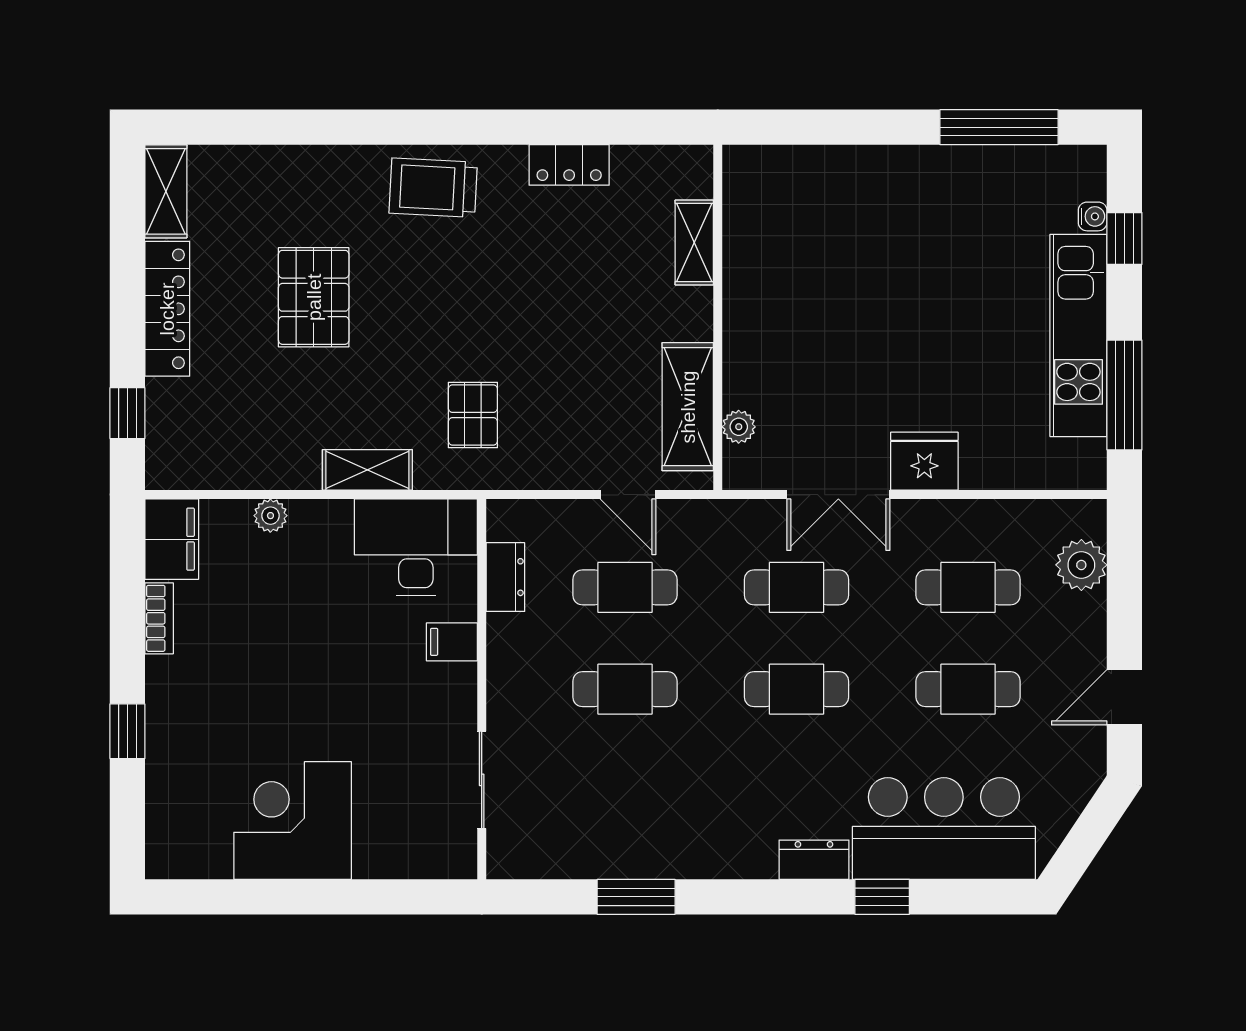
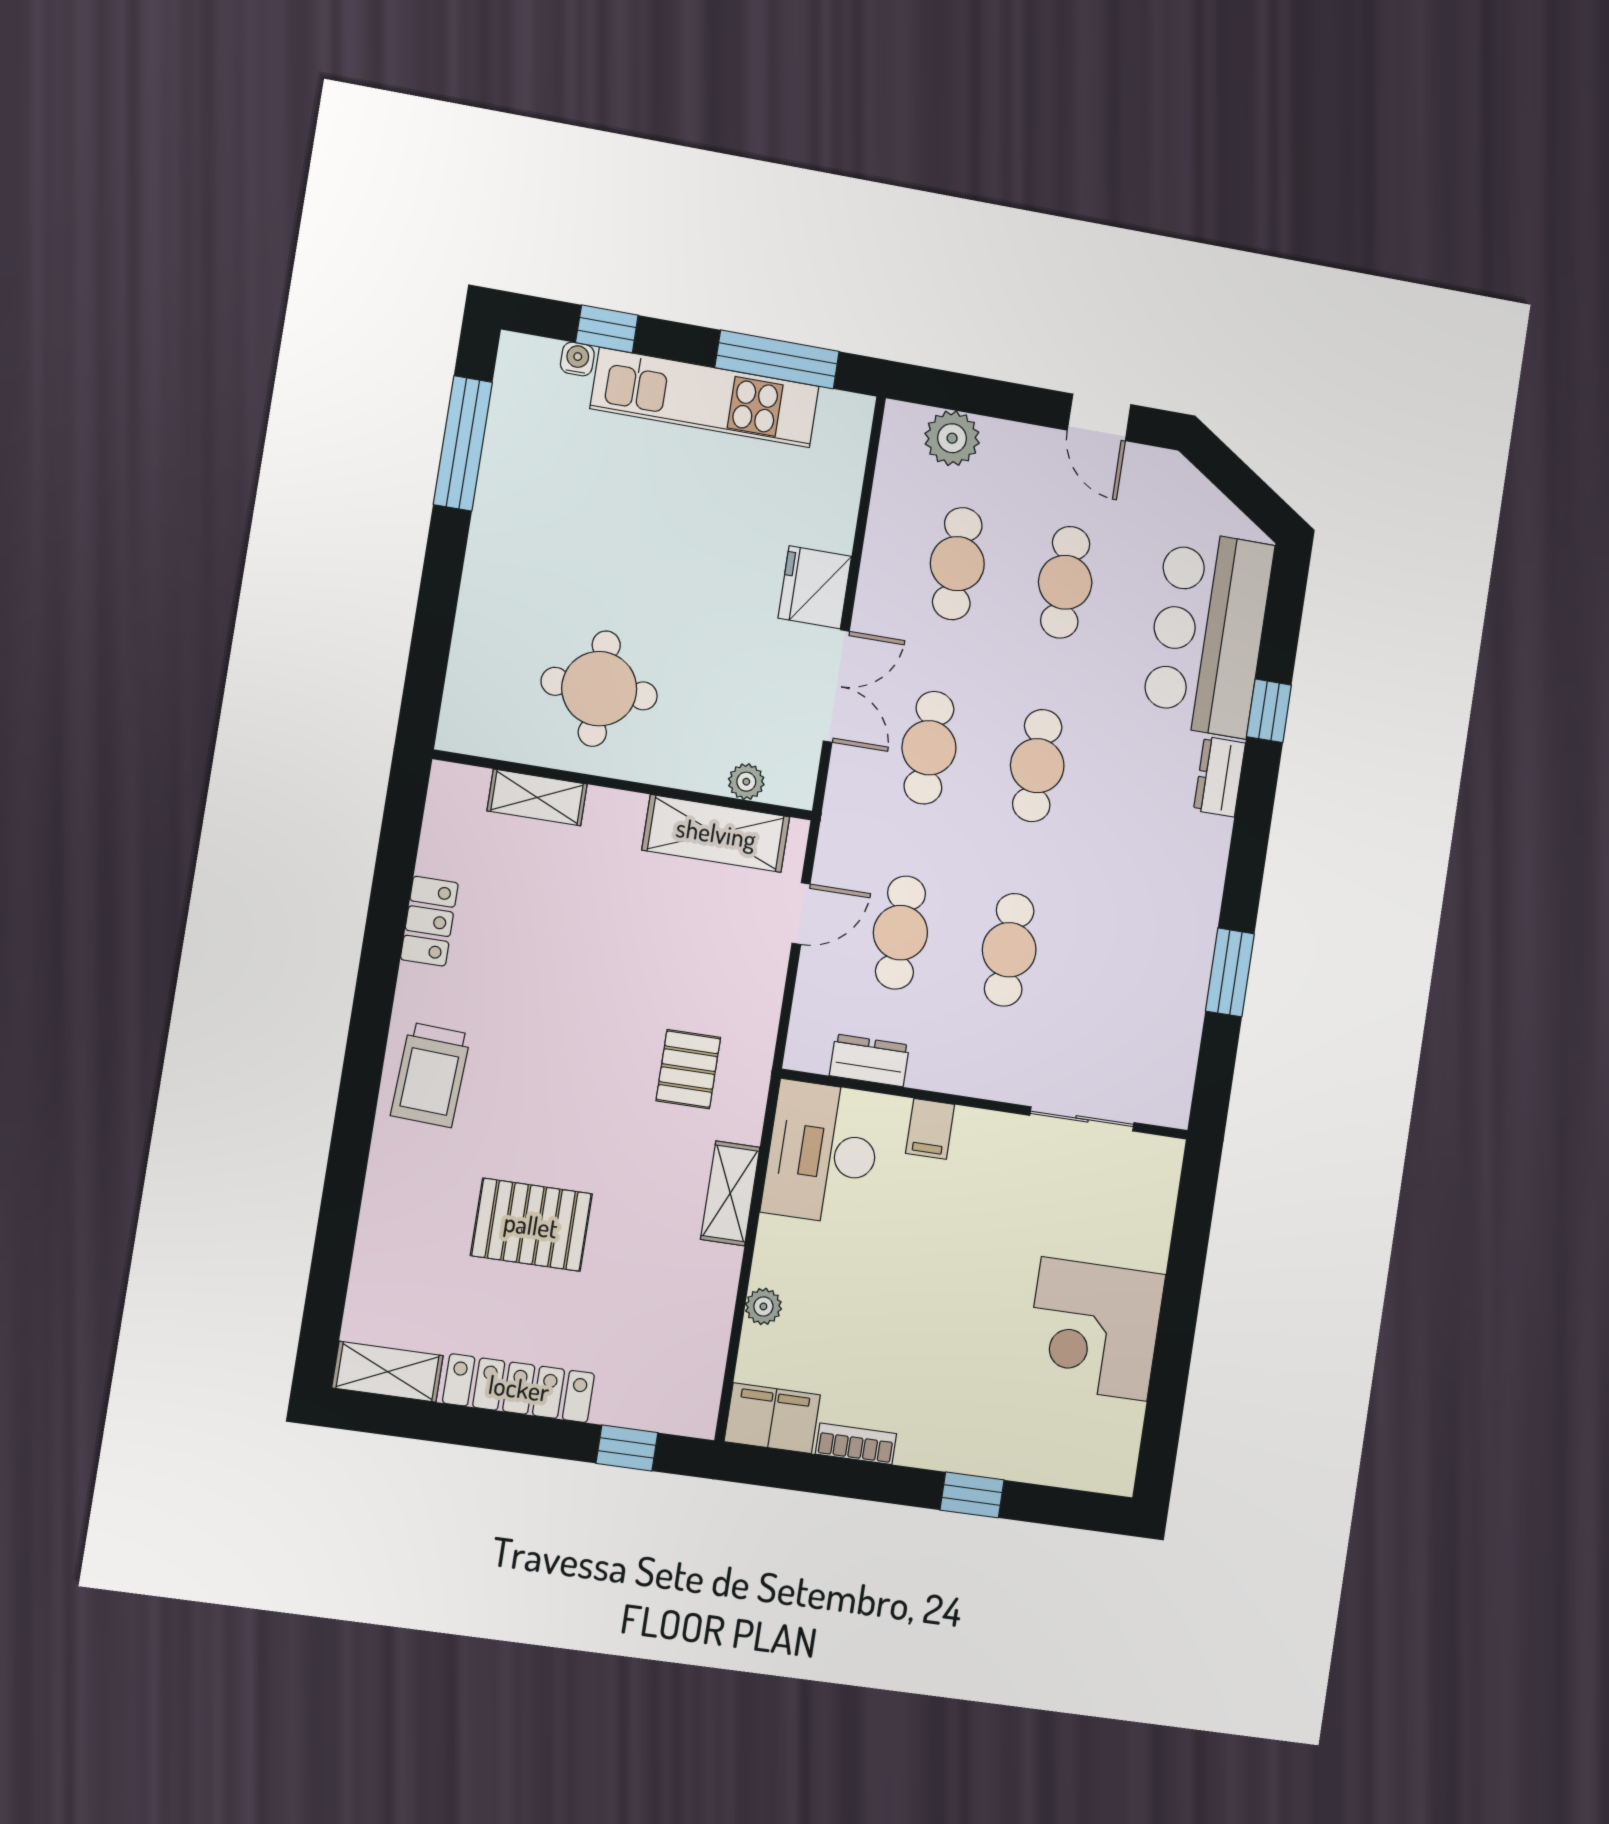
round table: (801, 282) -> (599, 689), added
pallet: (473, 415) -> (688, 1069), turned 90

